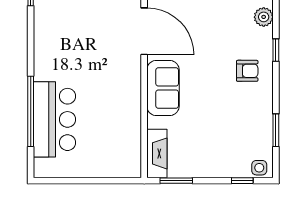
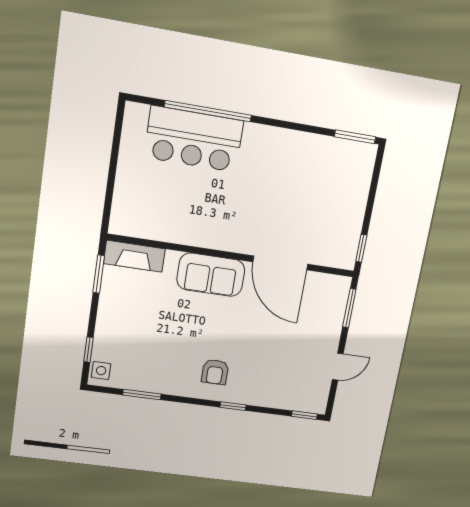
plant: (264, 17) -> (272, 398), removed
door: (144, 31) -> (280, 263), hinge flipped

